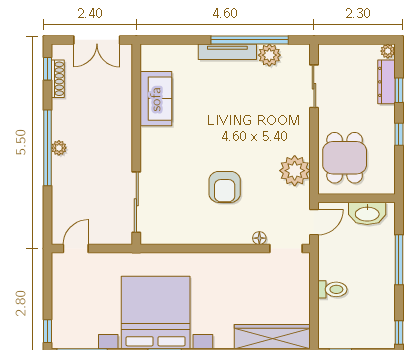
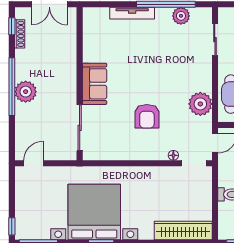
tv unit: (227, 52) -> (132, 13), moved
sofa: (156, 99) -> (95, 84), moved
plant: (59, 148) -> (26, 92), width x1.88, depth x1.88

